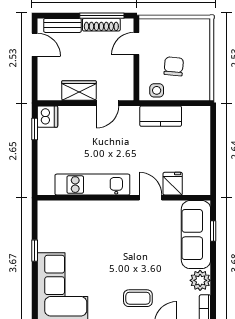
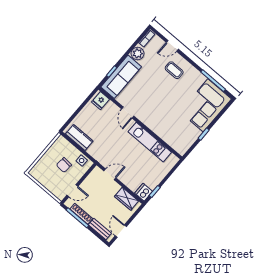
wardrobe: (79, 90) -> (126, 199), moved
kitchen counter: (161, 116) -> (79, 138), moved
fridge: (173, 184) -> (100, 101), moved

